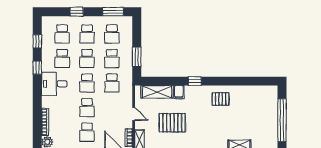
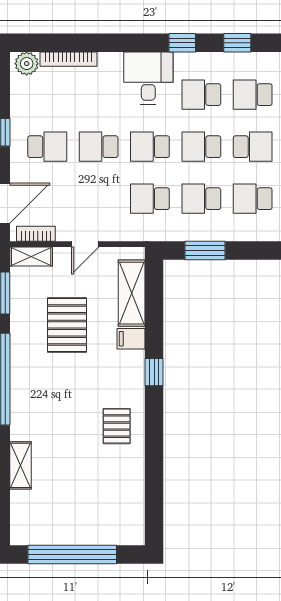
school desk: (87, 34) -> (253, 147), turned 180
school desk: (87, 132) -> (47, 147), turned 180

